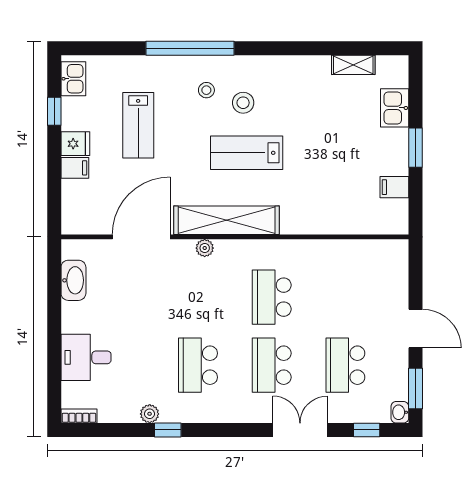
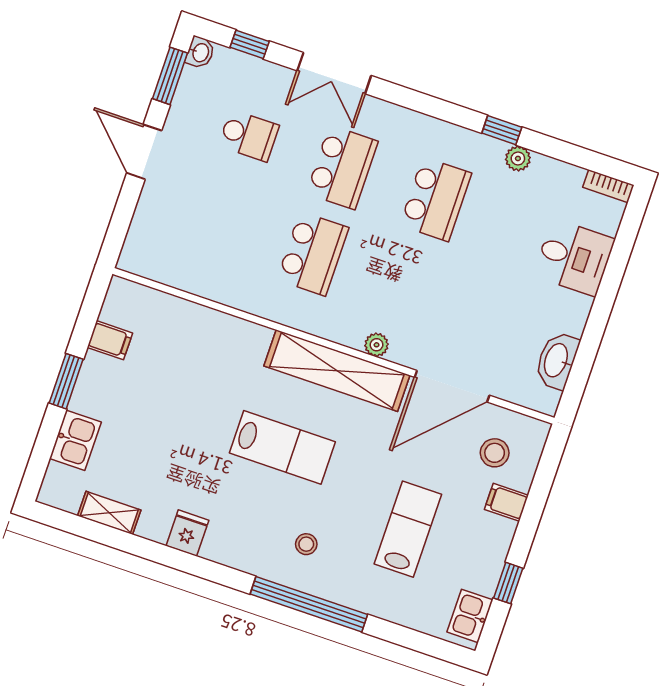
stool: (243, 103) -> (495, 453), moved
fridge: (75, 144) -> (187, 533), moved, turned 90
school desk: (345, 365) -> (249, 136), width x0.54

